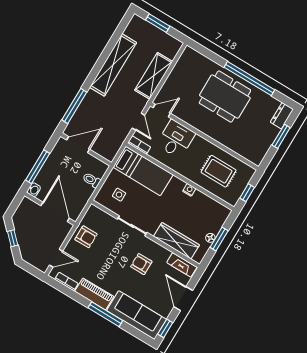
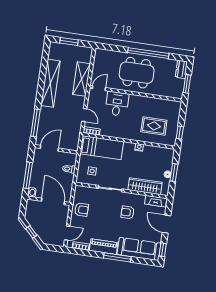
door: (162, 111) -> (99, 88), moved
wall: (204, 136) -> (136, 94), moved
desk: (176, 139) -> (117, 104), moved

